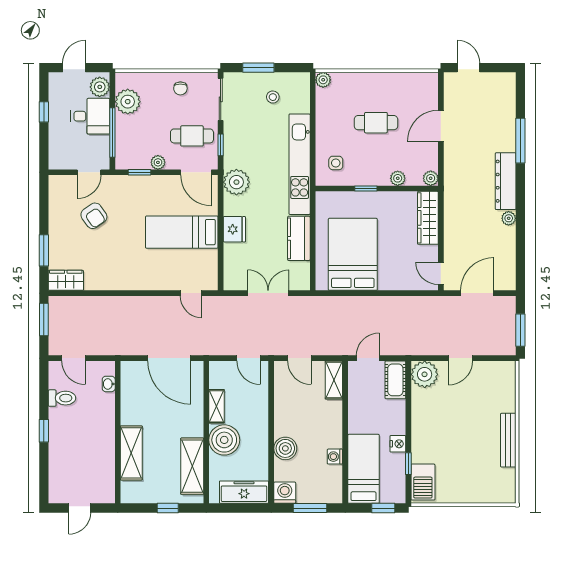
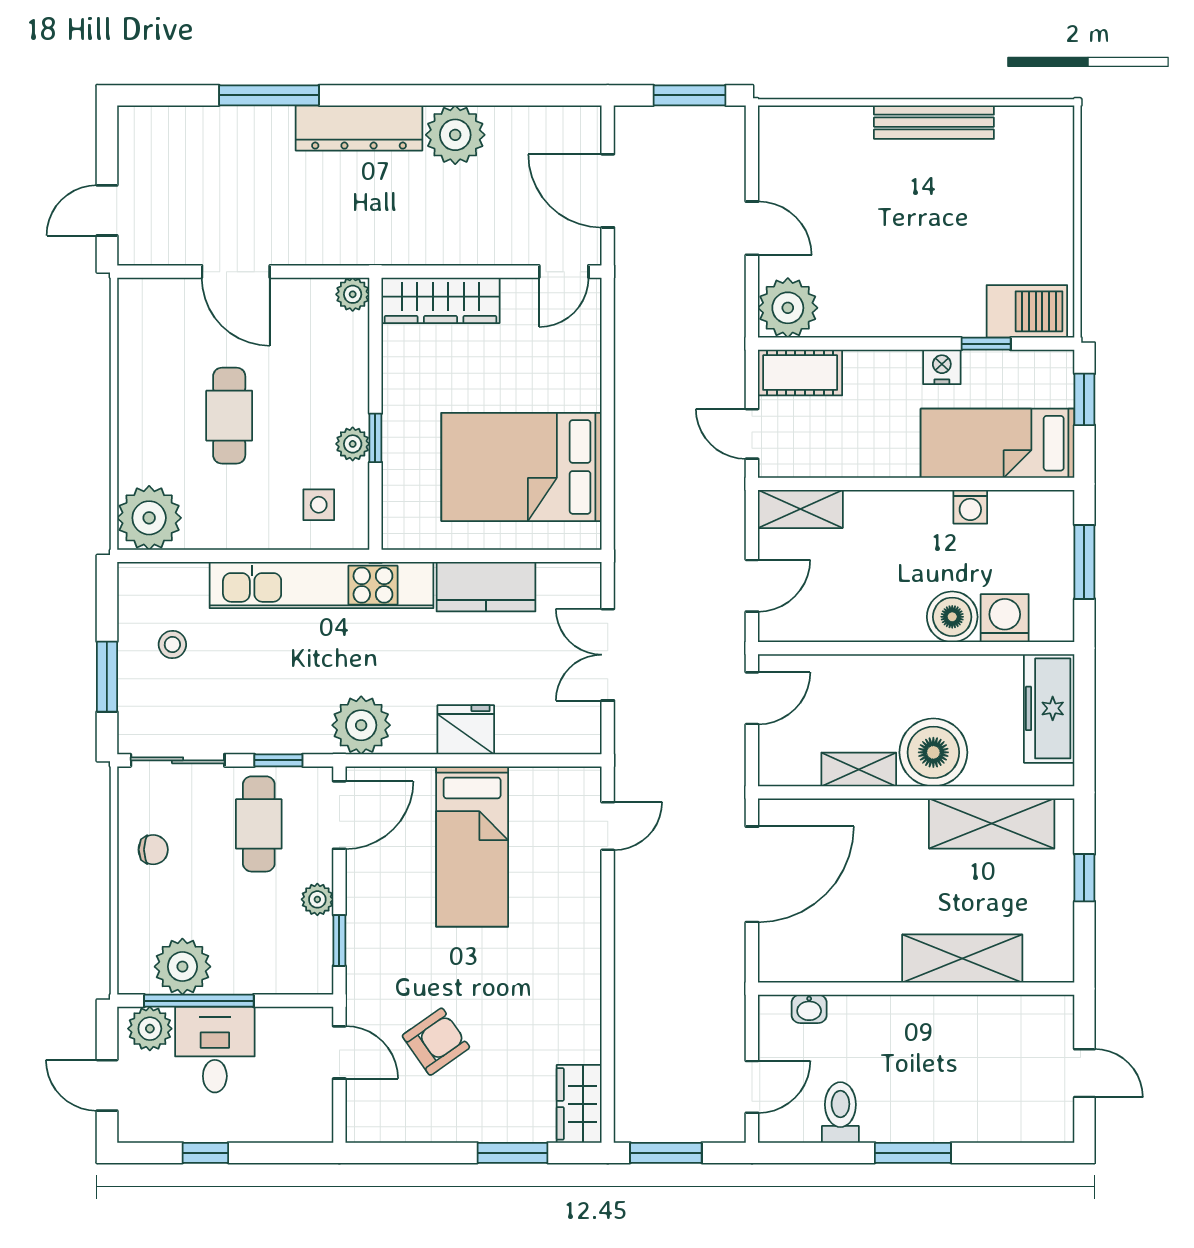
plant: (323, 80) -> (149, 518), width x1.88, depth x1.88
window: (112, 132) -> (199, 1001), moved
plant: (398, 178) -> (353, 444), moved
plant: (509, 218) -> (455, 135), width x1.88, depth x1.88
window: (44, 431) -> (913, 1153), width x1.50
washing machine: (285, 493) -> (1005, 618), moved, turned 90

